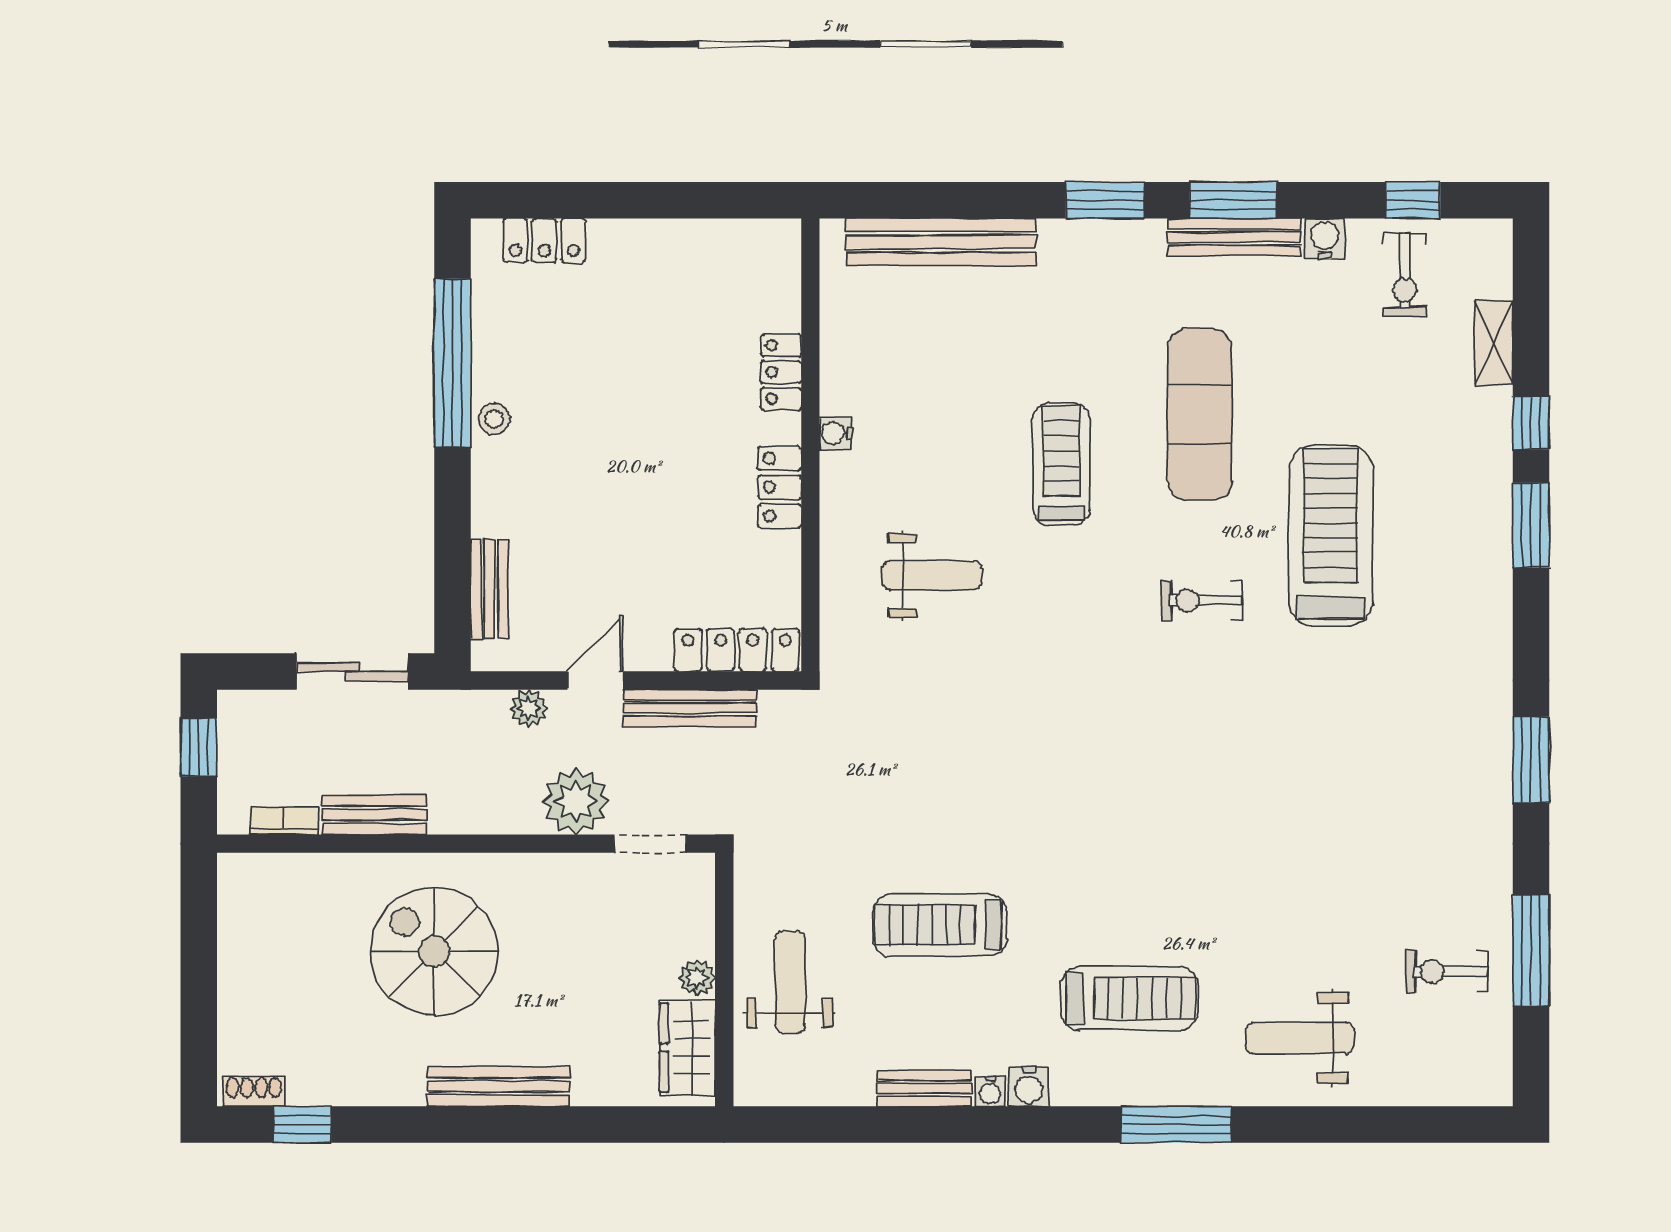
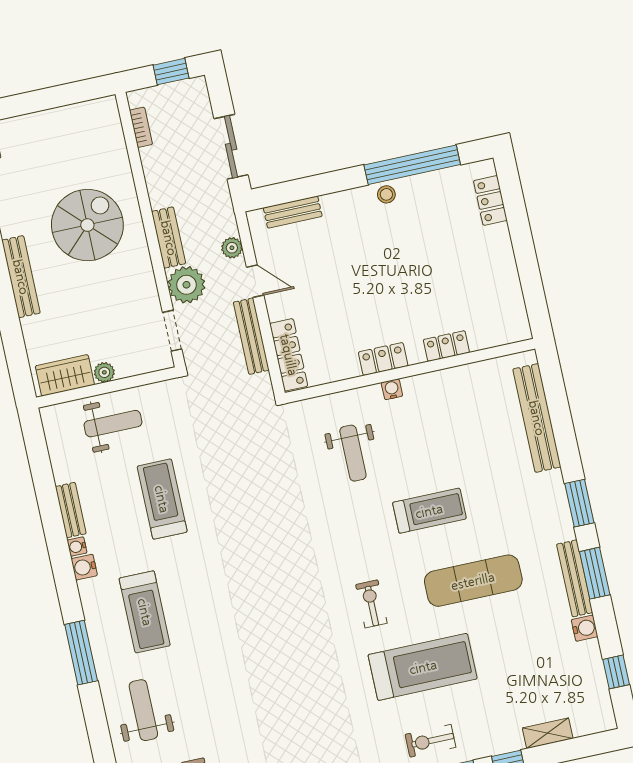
exercise bike: (1405, 275) -> (430, 741), moved
water cooler: (836, 433) -> (392, 389), moved
bench: (374, 815) -> (169, 238), moved

